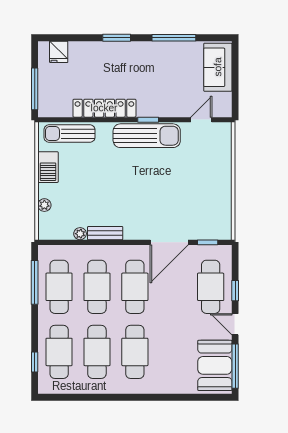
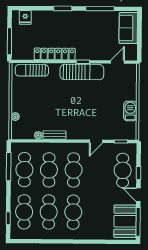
barbecue: (48, 167) -> (130, 111), moved, turned 180
door: (169, 242) -> (96, 141), width x0.53

